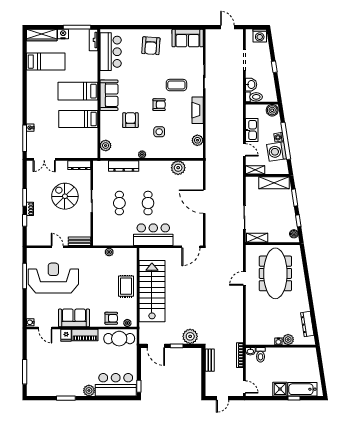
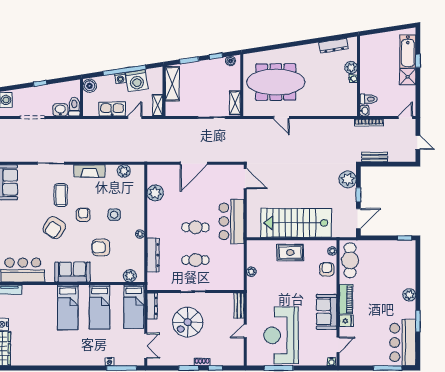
armchair: (151, 46) -> (54, 228), moved, turned 119
bed: (46, 62) -> (134, 307), moved, turned 180
bar counter: (116, 385) -> (403, 342), moved

